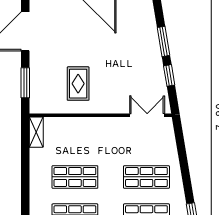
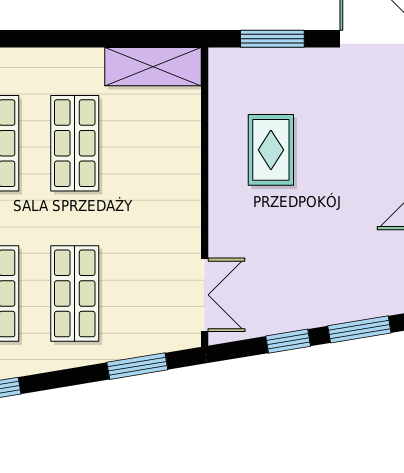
rug: (78, 84) -> (271, 150), turned 90
shelving: (36, 132) -> (153, 67), width x1.50, depth x1.33
window: (181, 147) -> (137, 366), added

